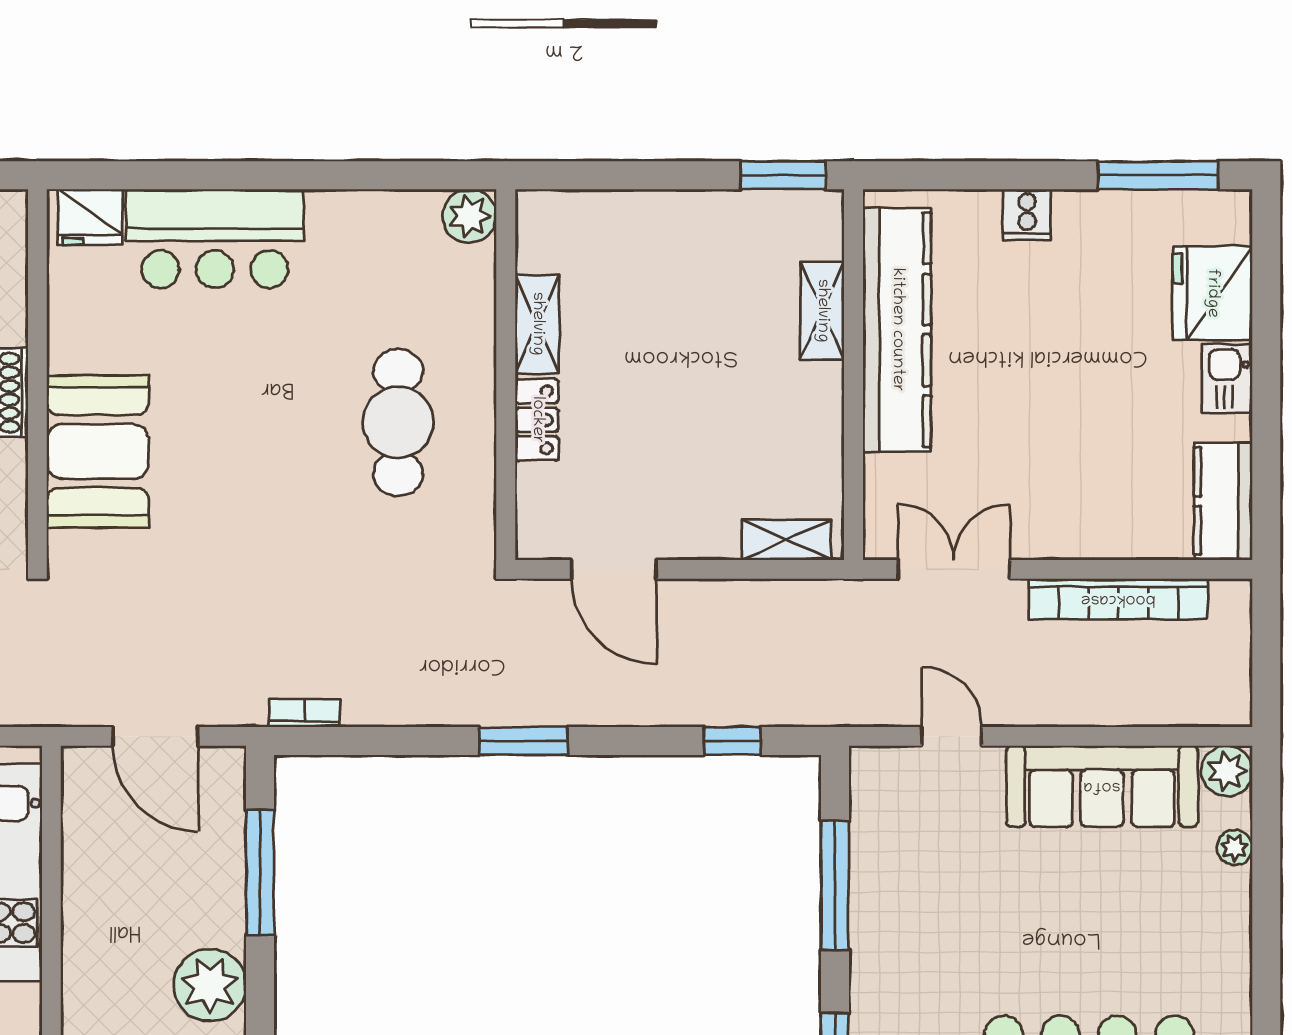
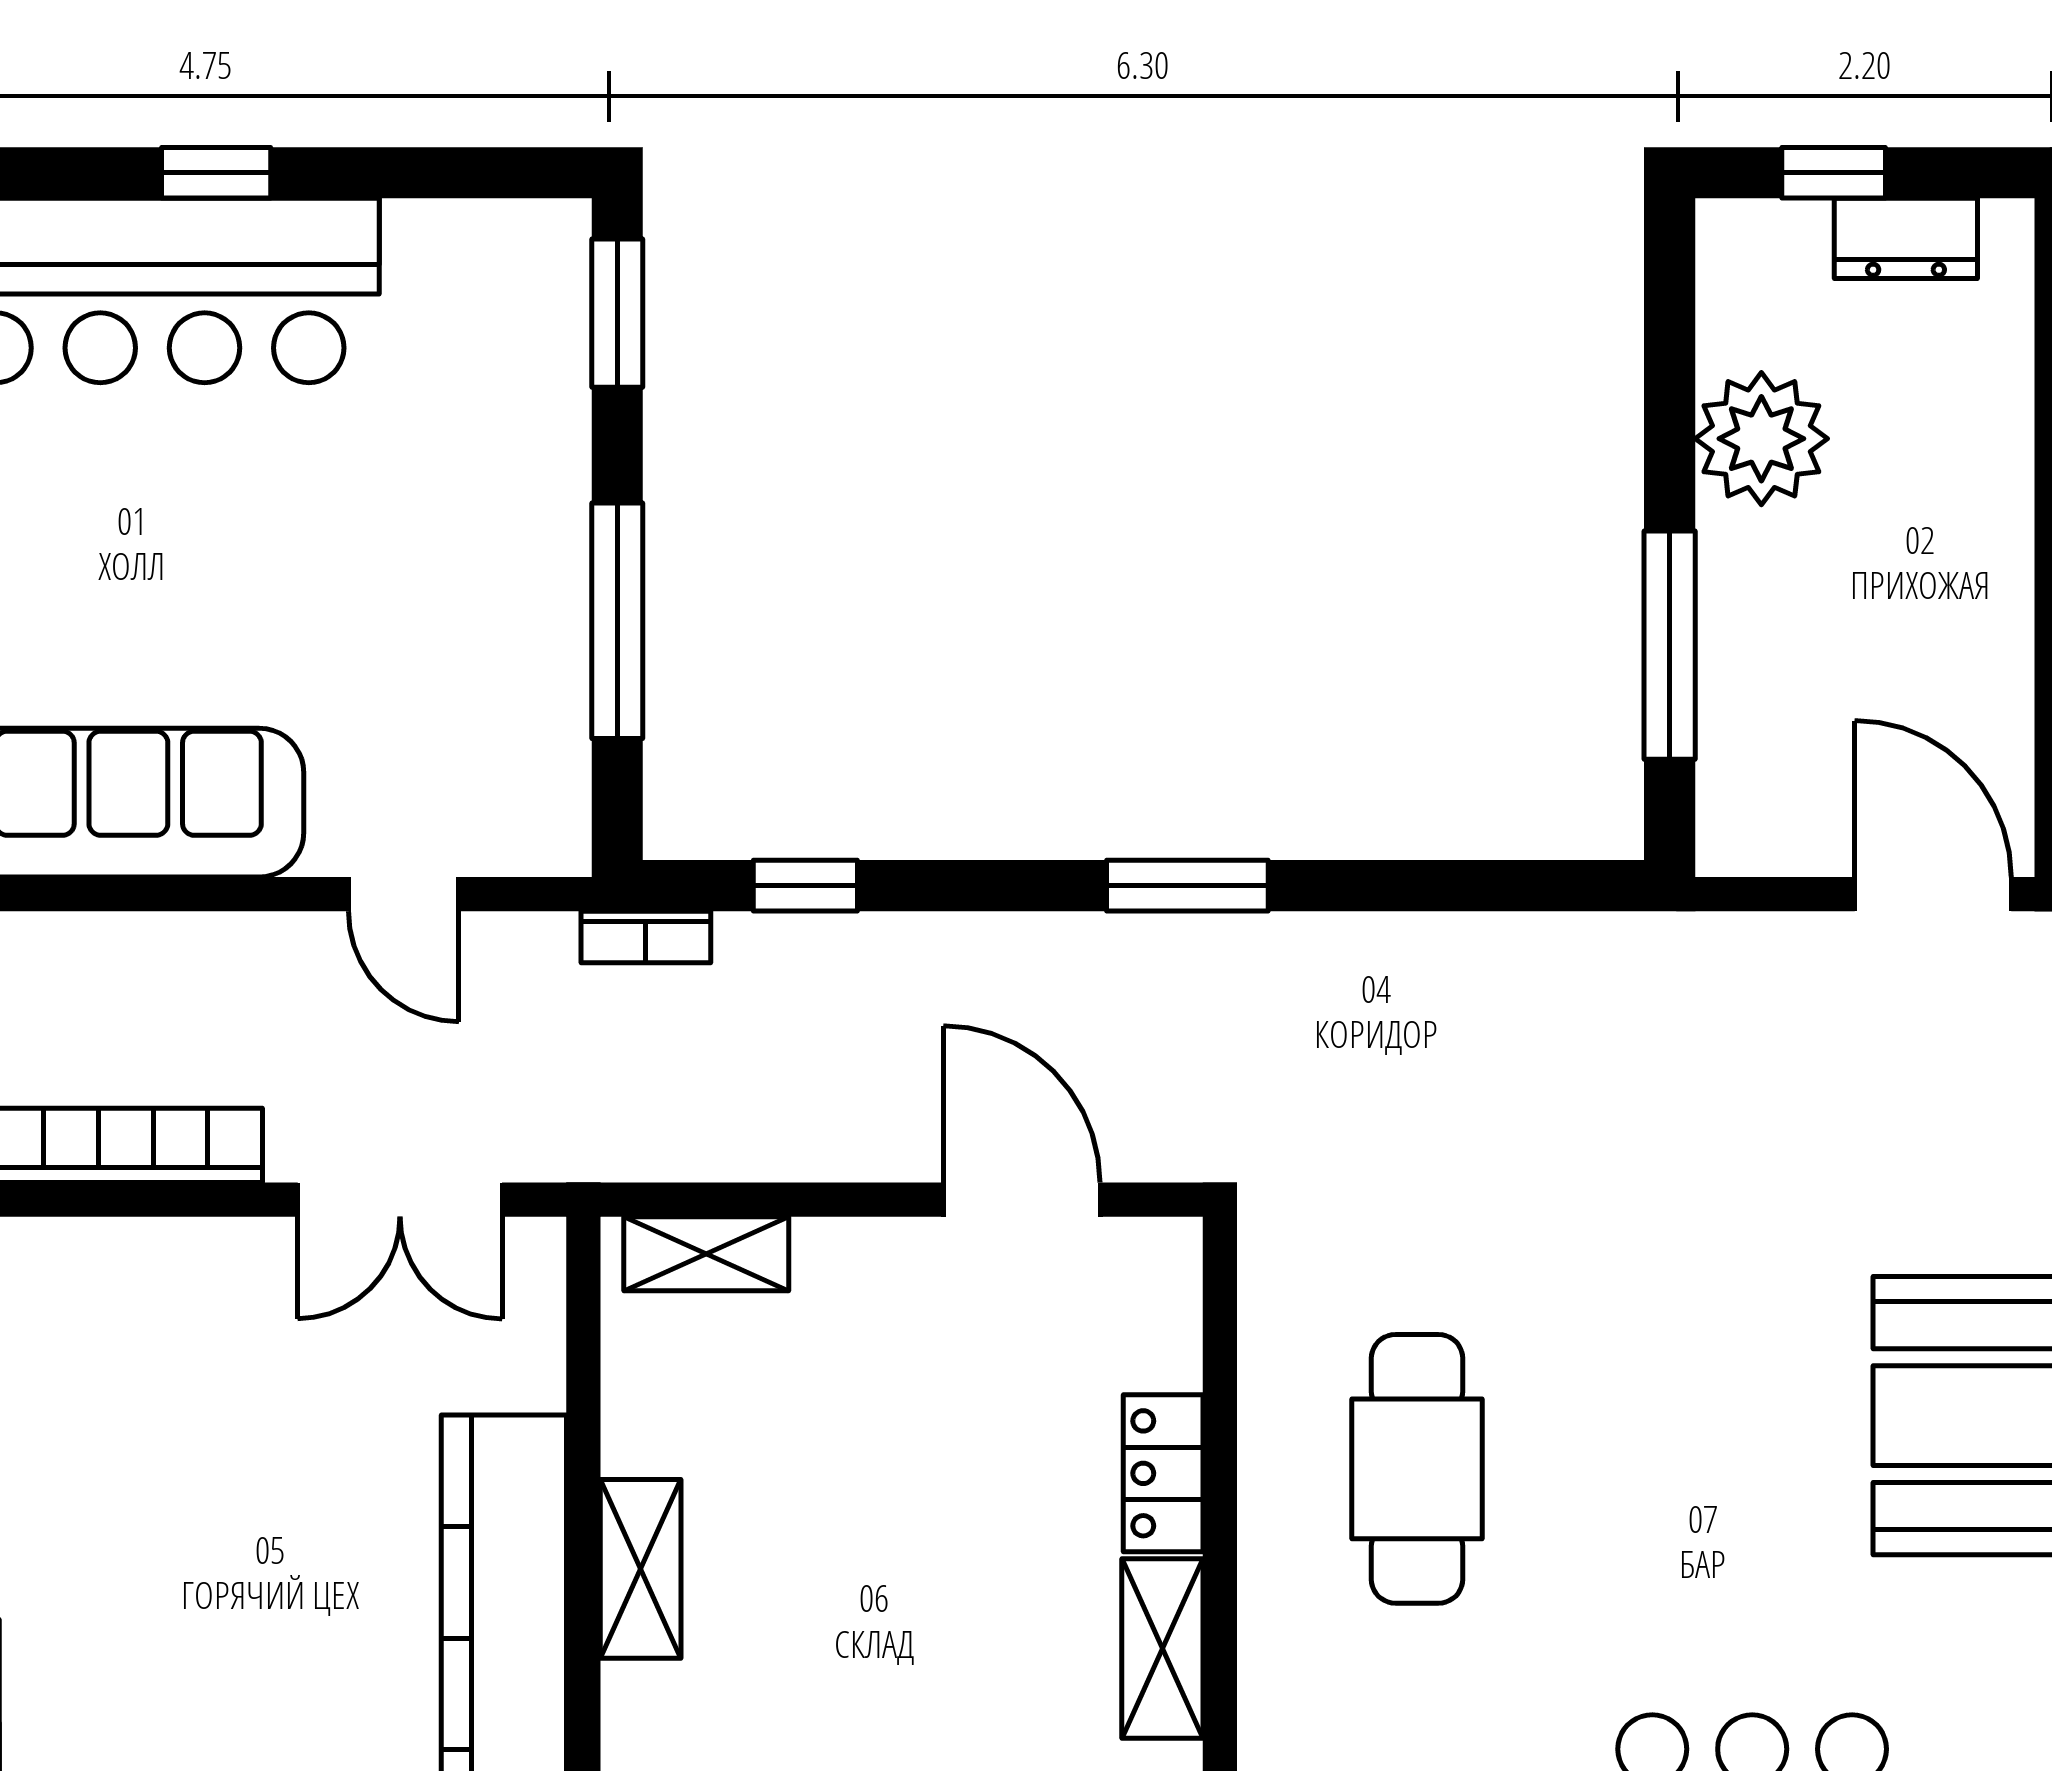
shelving: (822, 311) -> (641, 1569), moved
bookcase: (305, 713) -> (646, 937), moved
door: (156, 736) -> (1933, 894), moved

